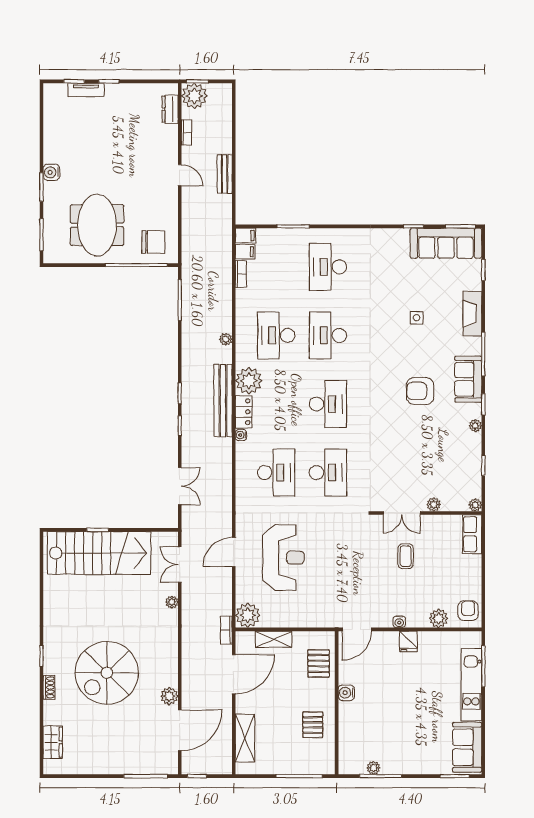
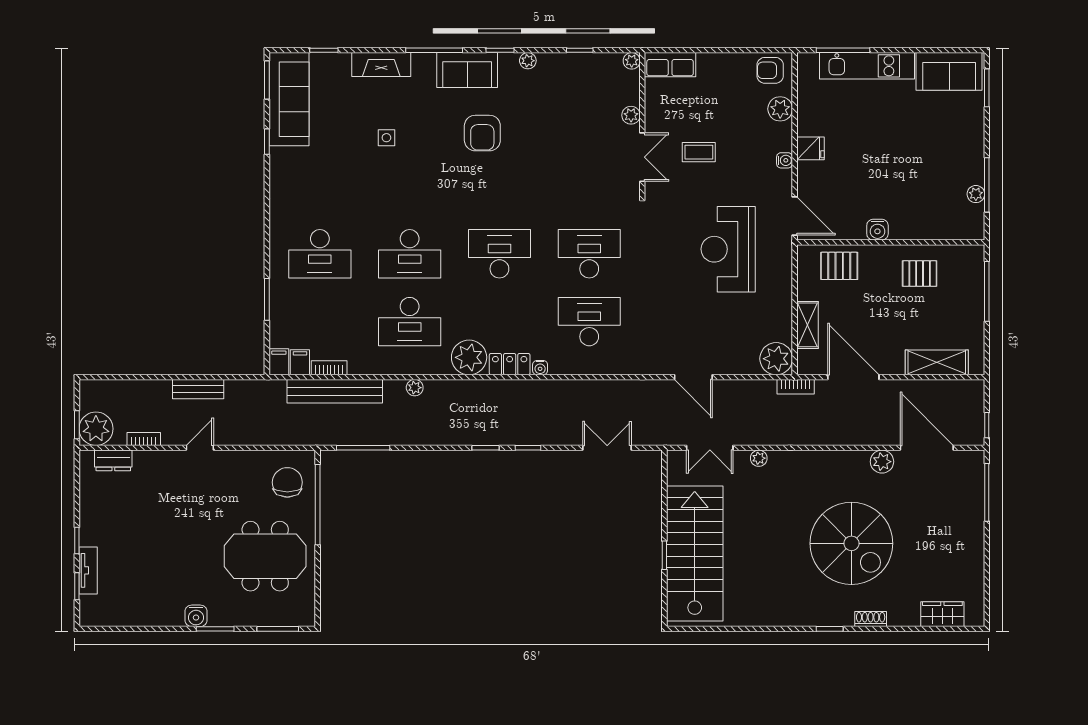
bench: (223, 401) -> (335, 391), moved
reception desk: (283, 558) -> (728, 249), moved, turned -90

